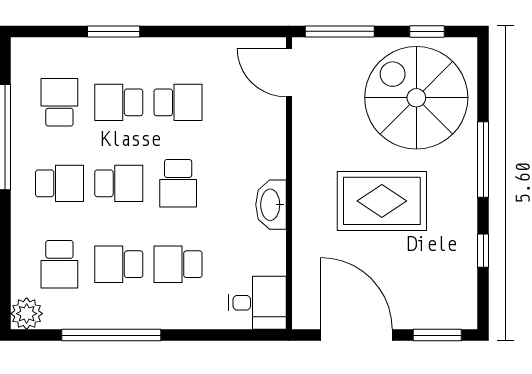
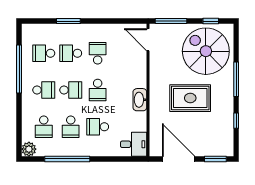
school desk: (59, 102) -> (44, 53), turned -90
school desk: (178, 102) -> (98, 53), turned -90
school desk: (119, 264) -> (71, 127), turned -90

